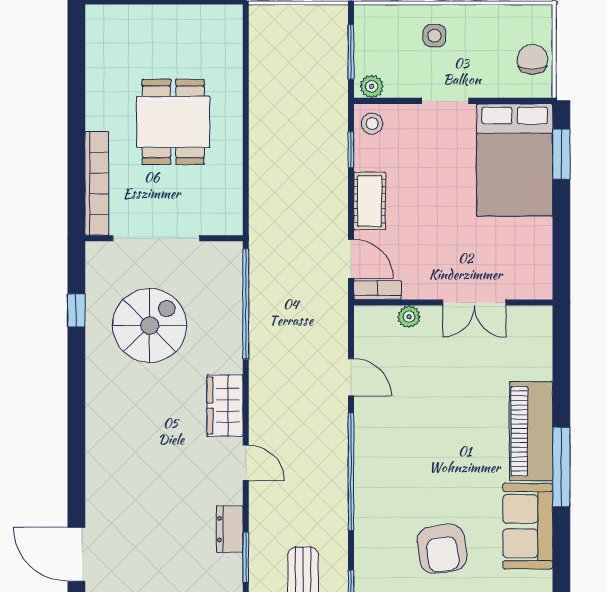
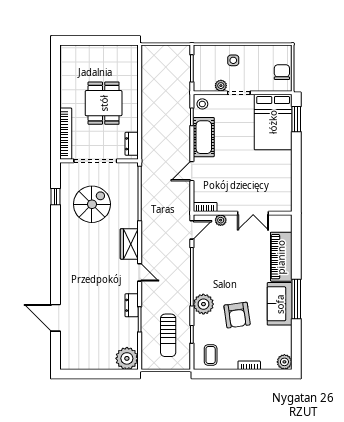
plant: (372, 86) -> (221, 86), moved
cot: (370, 201) -> (204, 137), width x1.37, depth x1.34
dresser: (230, 204) -> (132, 144), added
door: (351, 259) -> (192, 171), swing flipped
bookcase: (378, 290) -> (205, 207), moved
wall: (453, 303) -> (243, 213), moved
double door: (474, 303) -> (253, 213), moved
plant: (409, 317) -> (221, 220), moved
door: (351, 377) -> (192, 230), hinge flipped
window: (561, 467) -> (296, 299), moved
plant: (374, 527) -> (203, 304), added

